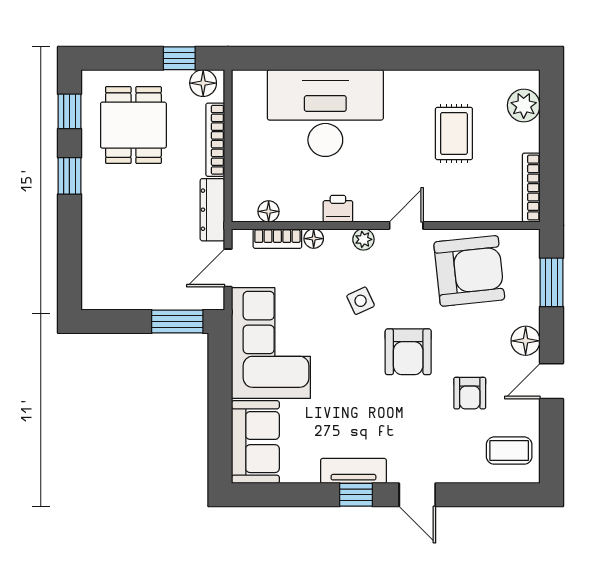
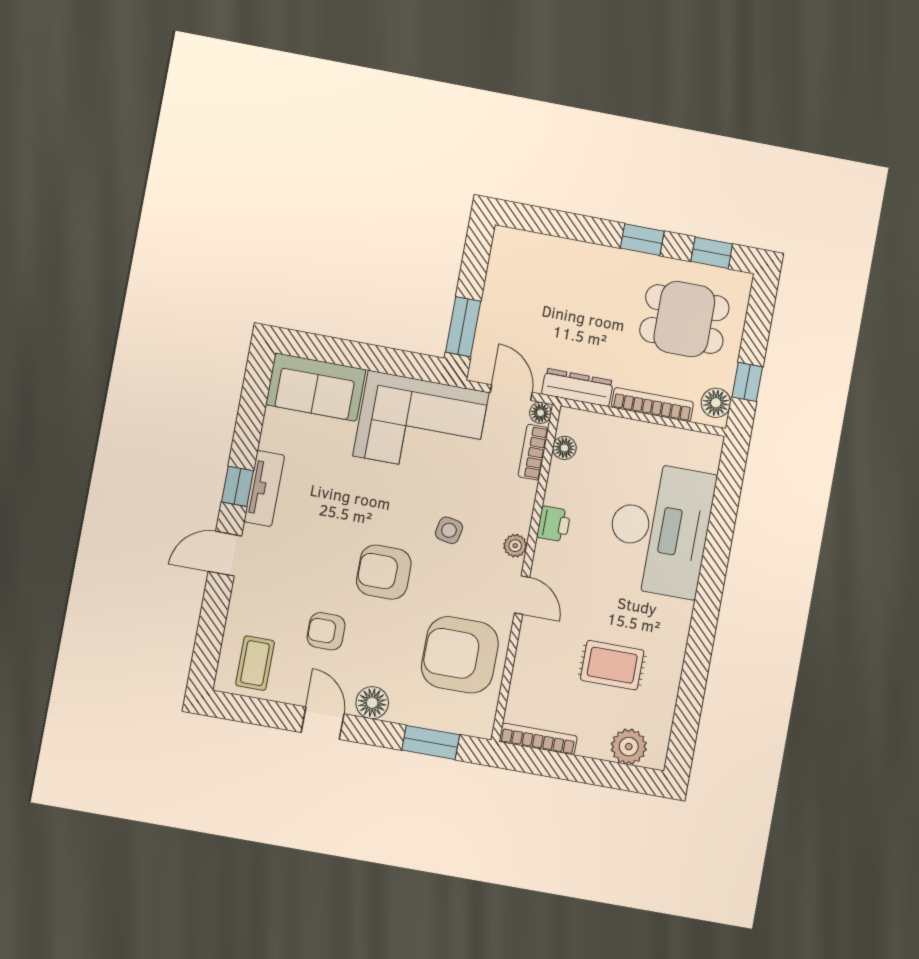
floor lamp: (314, 239) -> (540, 413), moved
armchair: (469, 271) -> (460, 655), turned 96
side table: (361, 301) -> (449, 530), turned 36

